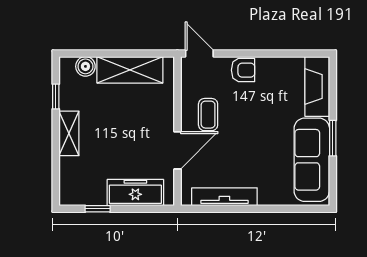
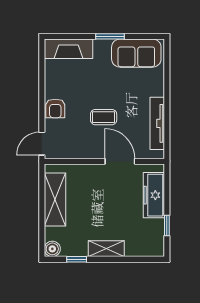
boiler: (85, 66) -> (52, 249), moved
armchair: (243, 70) -> (55, 108), turned 180
coffee table: (208, 115) -> (104, 117), moved
sofa: (312, 160) -> (136, 53), width x0.73

